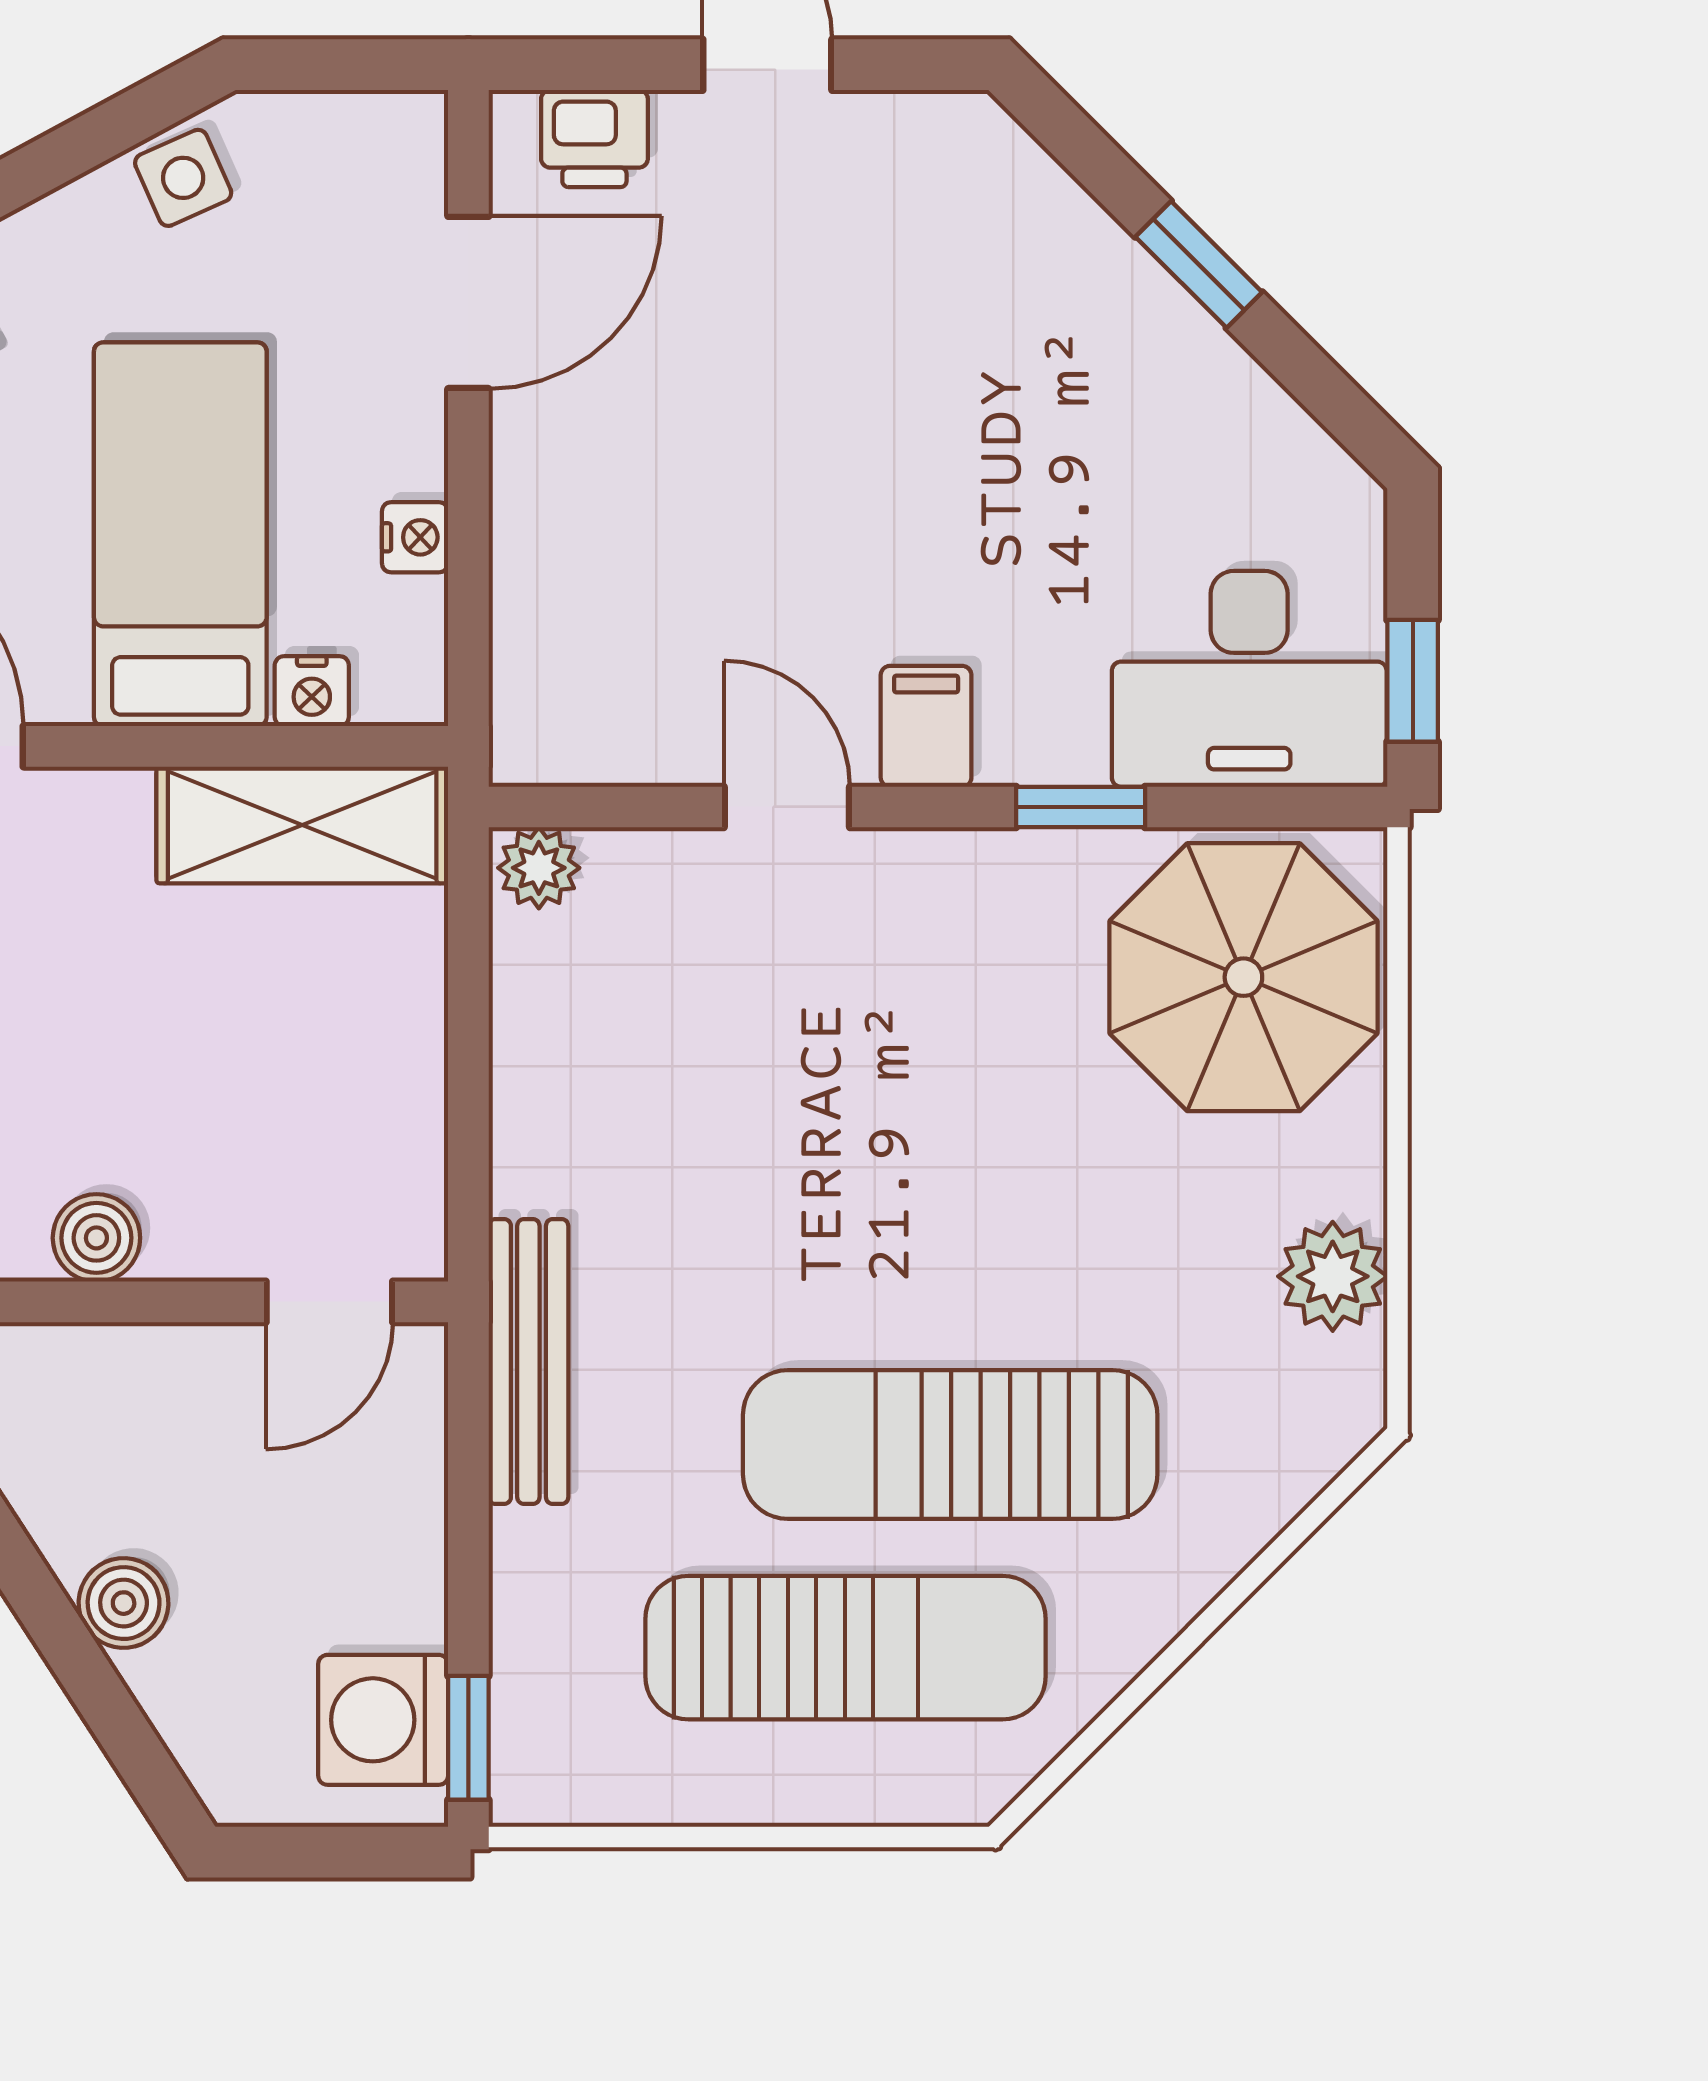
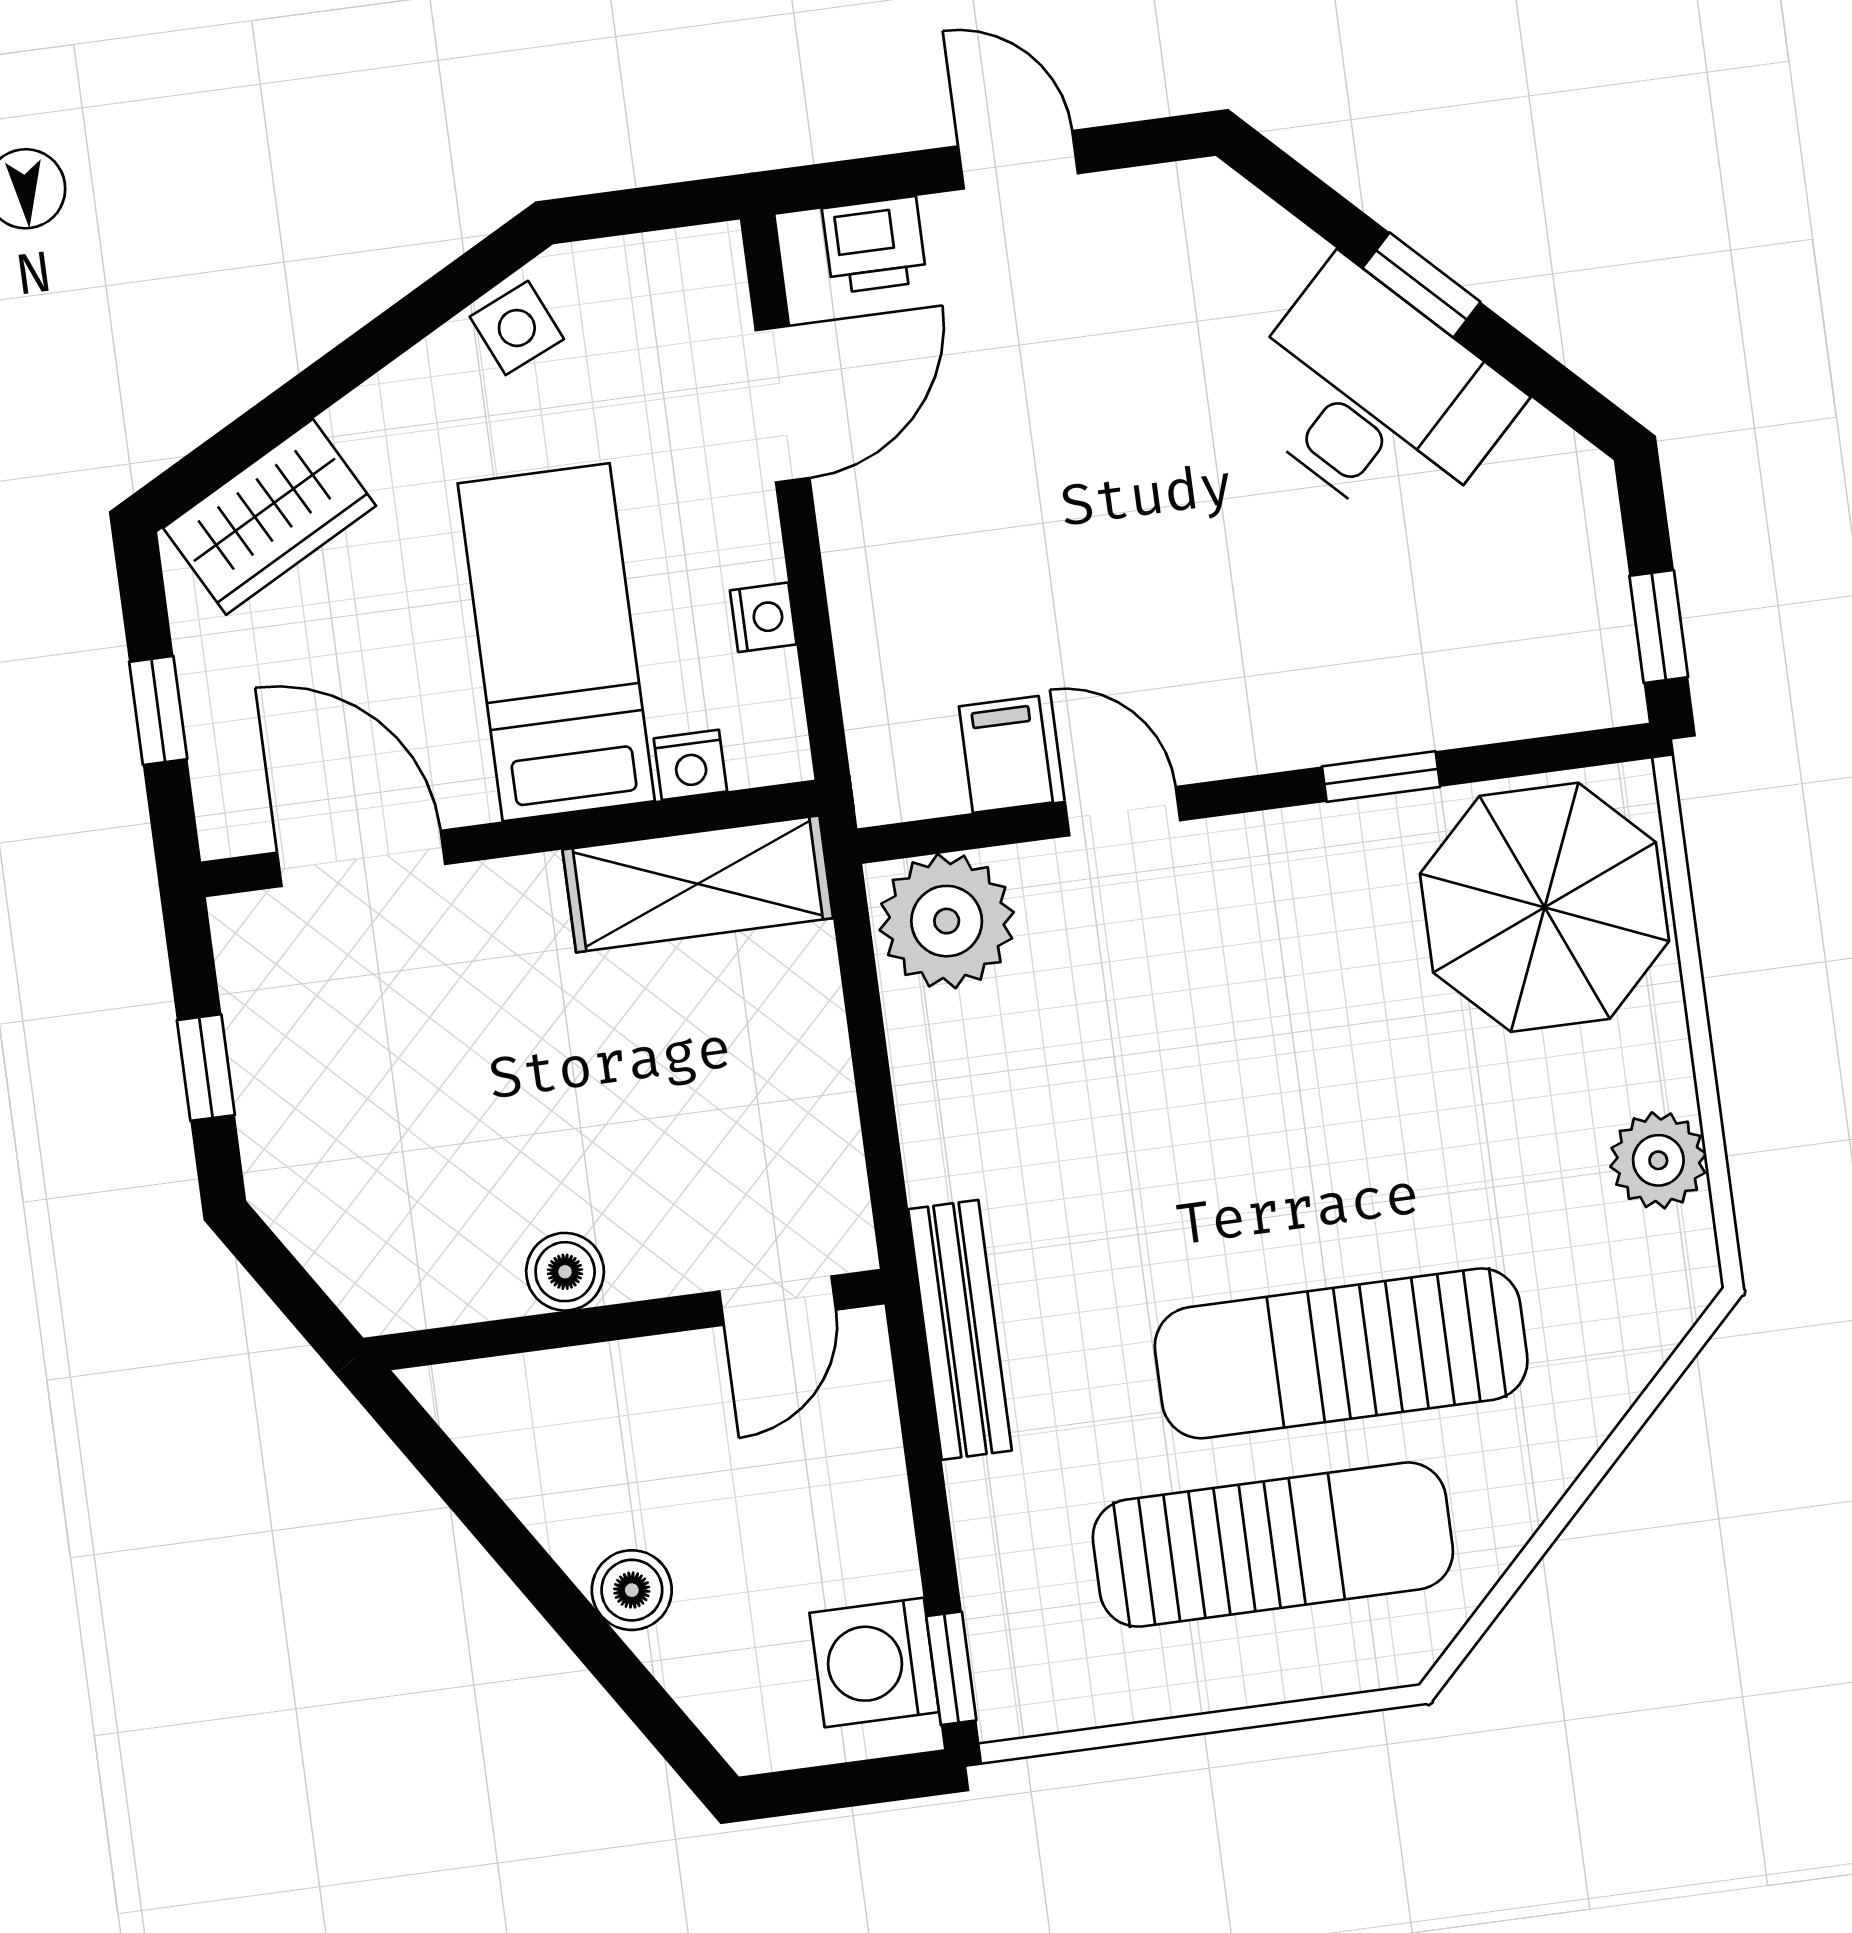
desk: (1249, 679) -> (1376, 399), moved, turned -135
filing cabinet: (926, 726) -> (1006, 754), moved
plant: (539, 868) -> (947, 921), width x1.87, depth x1.87

